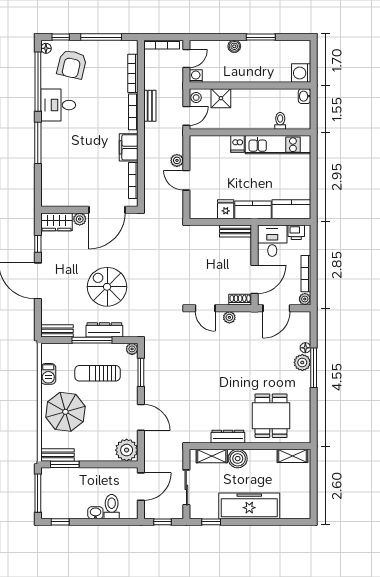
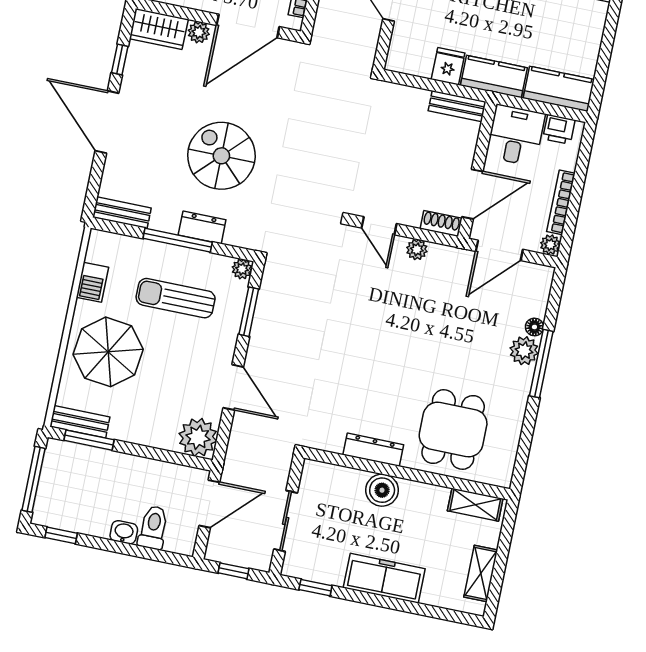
dresser: (104, 330) -> (202, 227), width x0.70
shelving: (212, 456) -> (481, 573), moved, turned 90
freezer: (249, 506) -> (384, 578), width x0.73, depth x0.79

